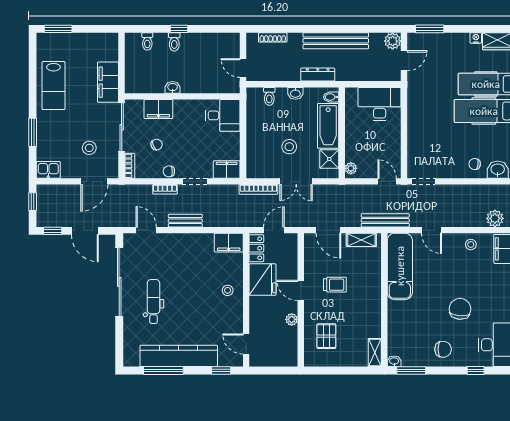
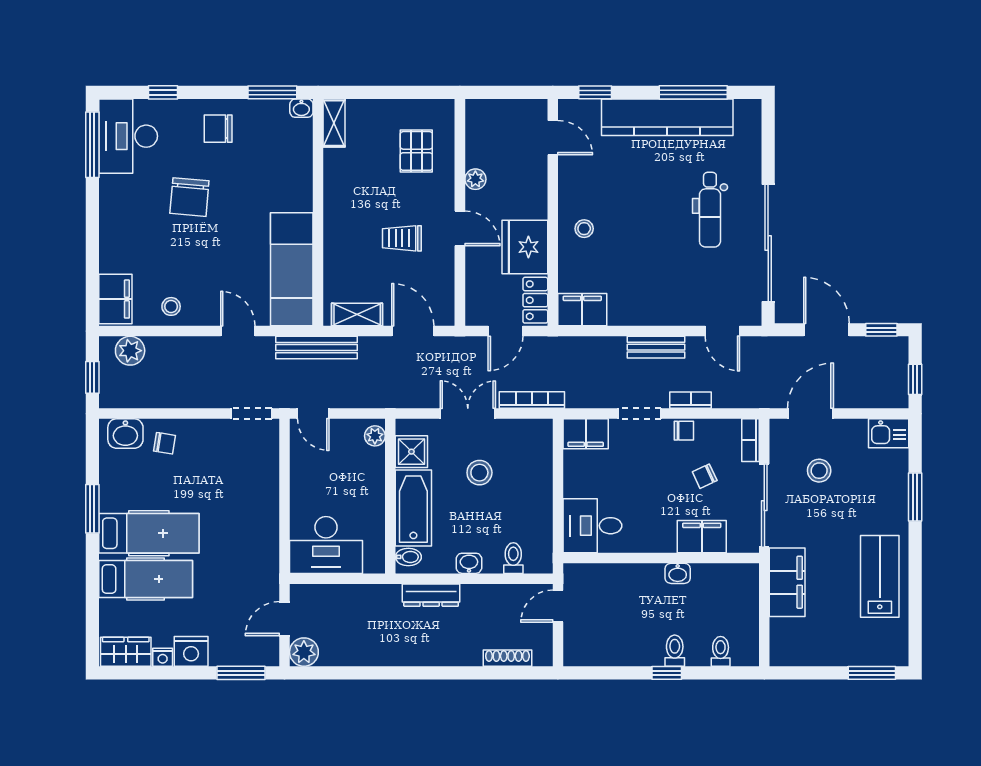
bench: (336, 41) -> (400, 653), removed
nightstand: (459, 41) -> (191, 651), added
door: (243, 68) -> (558, 606), swing flipped

